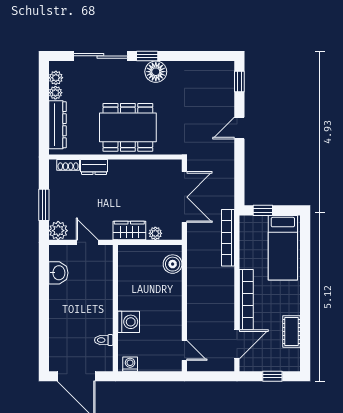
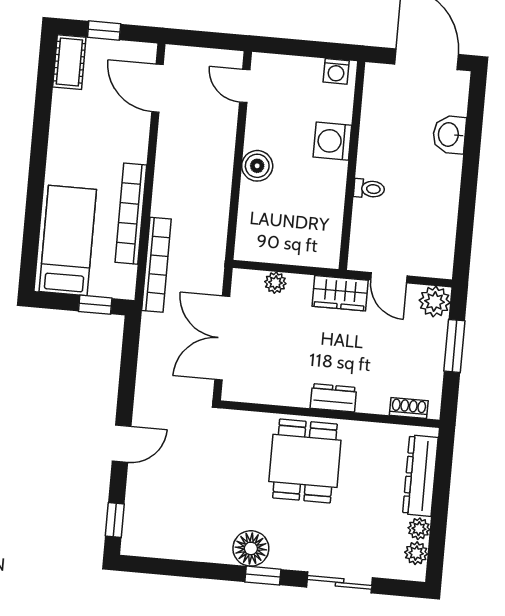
sliding door: (100, 56) -> (340, 582), width x0.73
dining table: (128, 127) -> (305, 461), width x0.73
dresser: (94, 167) -> (333, 398), moved
wardrobe: (129, 231) -> (340, 293), moved
boiler: (173, 264) -> (257, 166), moved
washbasin: (58, 273) -> (449, 135), moved
bookcase: (246, 300) -> (131, 214), moved
cot: (292, 331) -> (69, 62), moved
toilet: (104, 340) -> (369, 189), moved
door: (237, 344) -> (157, 88), hinge flipped

